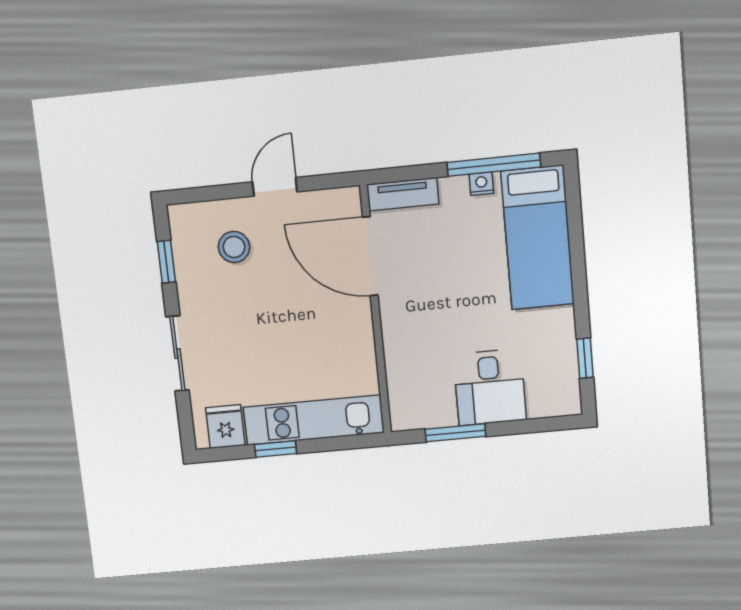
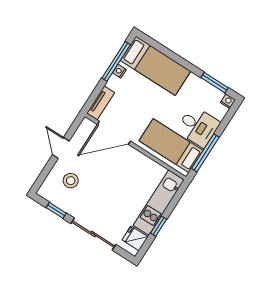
sliding door: (177, 353) -> (93, 234), width x1.37
window: (585, 358) -> (214, 83), width x1.50
bed: (423, 368) -> (171, 146), added
nightstand: (570, 404) -> (228, 101), added
window: (455, 433) -> (205, 153), width x1.44

